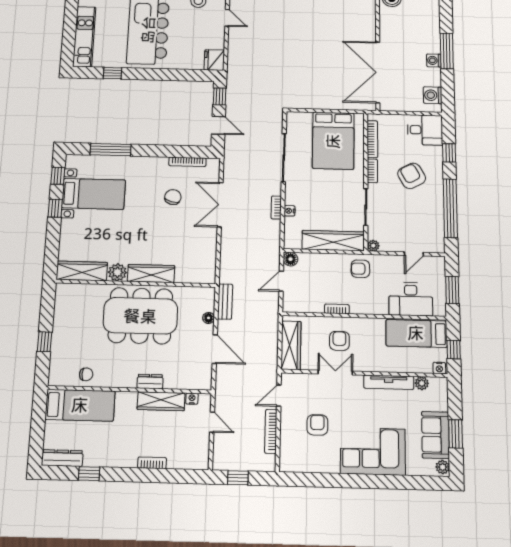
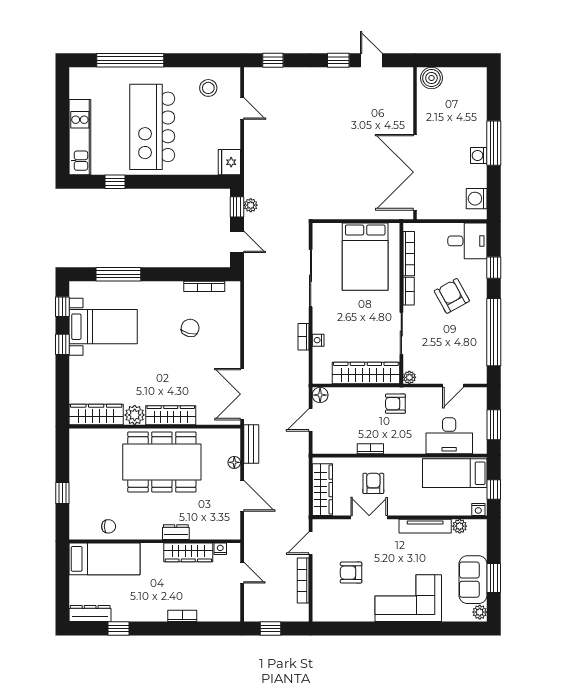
plant: (232, 95) -> (251, 205), added
double door: (220, 205) -> (242, 394), moved
armchair: (317, 425) -> (351, 573), turned -90

